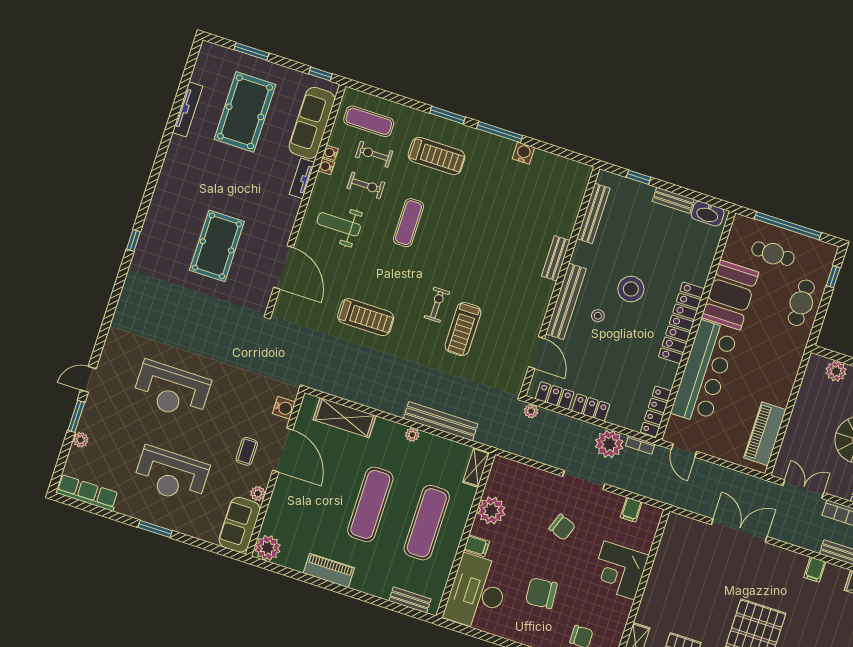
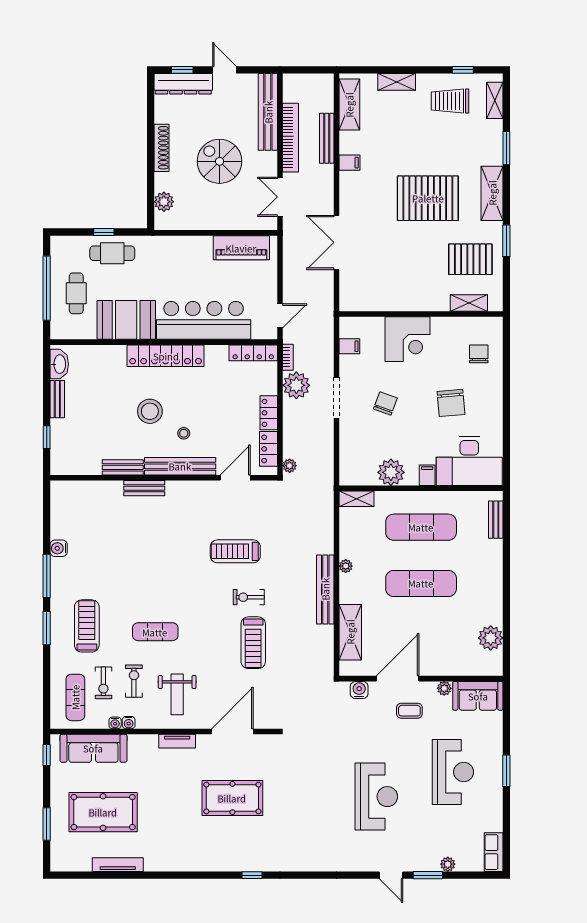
tv unit: (302, 178) -> (177, 741), moved
bench: (593, 213) -> (123, 467), moved, width x0.73
window: (833, 277) -> (104, 232), moved
exercise bike: (437, 305) -> (249, 597), moved
treadmill: (366, 317) -> (253, 643), turned 180
treadmill: (463, 329) -> (235, 551), turned 180
bench: (441, 421) -> (325, 589), moved
row of seats: (87, 493) -> (494, 852), width x0.68
plant: (268, 548) -> (491, 638), moved
piano: (329, 570) -> (493, 602), removed

